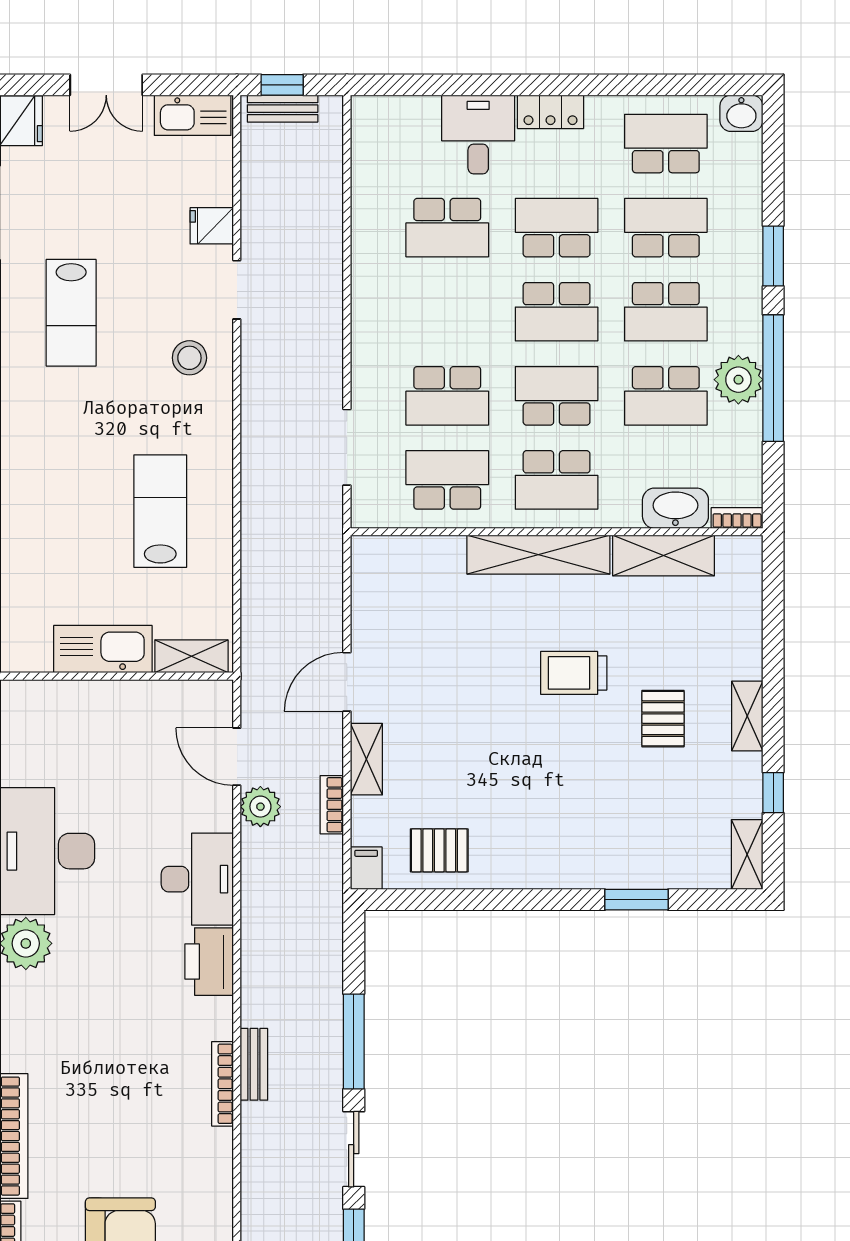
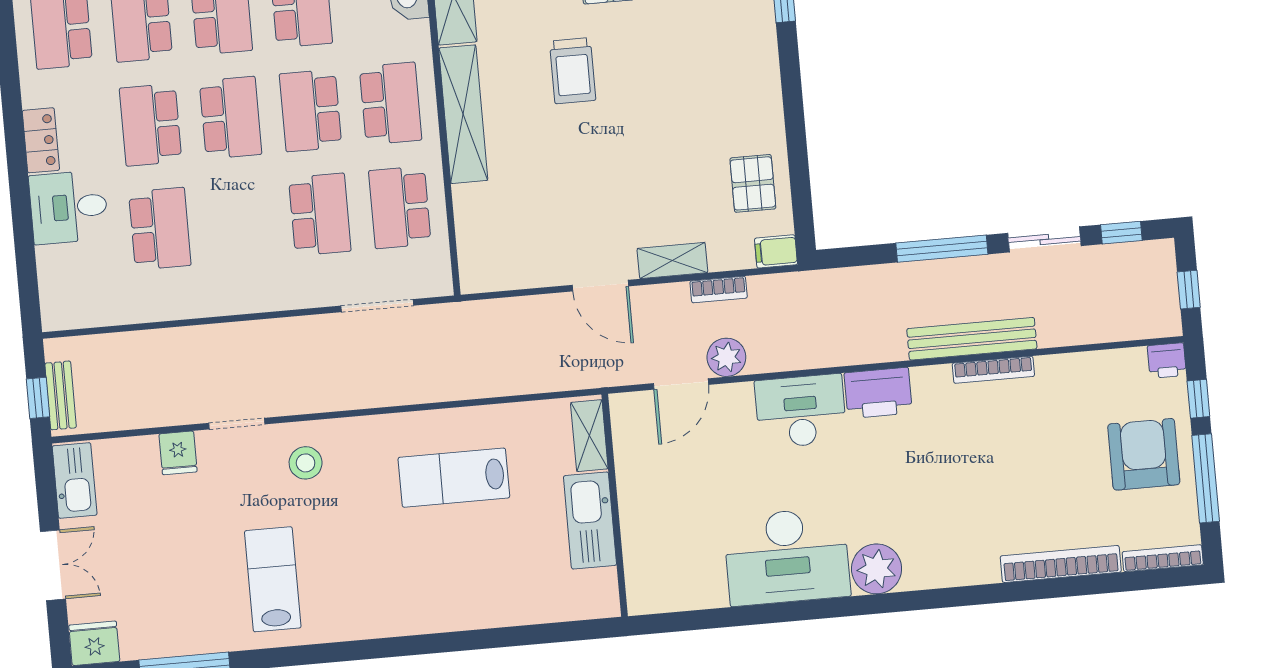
lab bench: (71, 313) -> (273, 579), turned -90
bench: (254, 1064) -> (972, 339), width x1.86, depth x1.21

